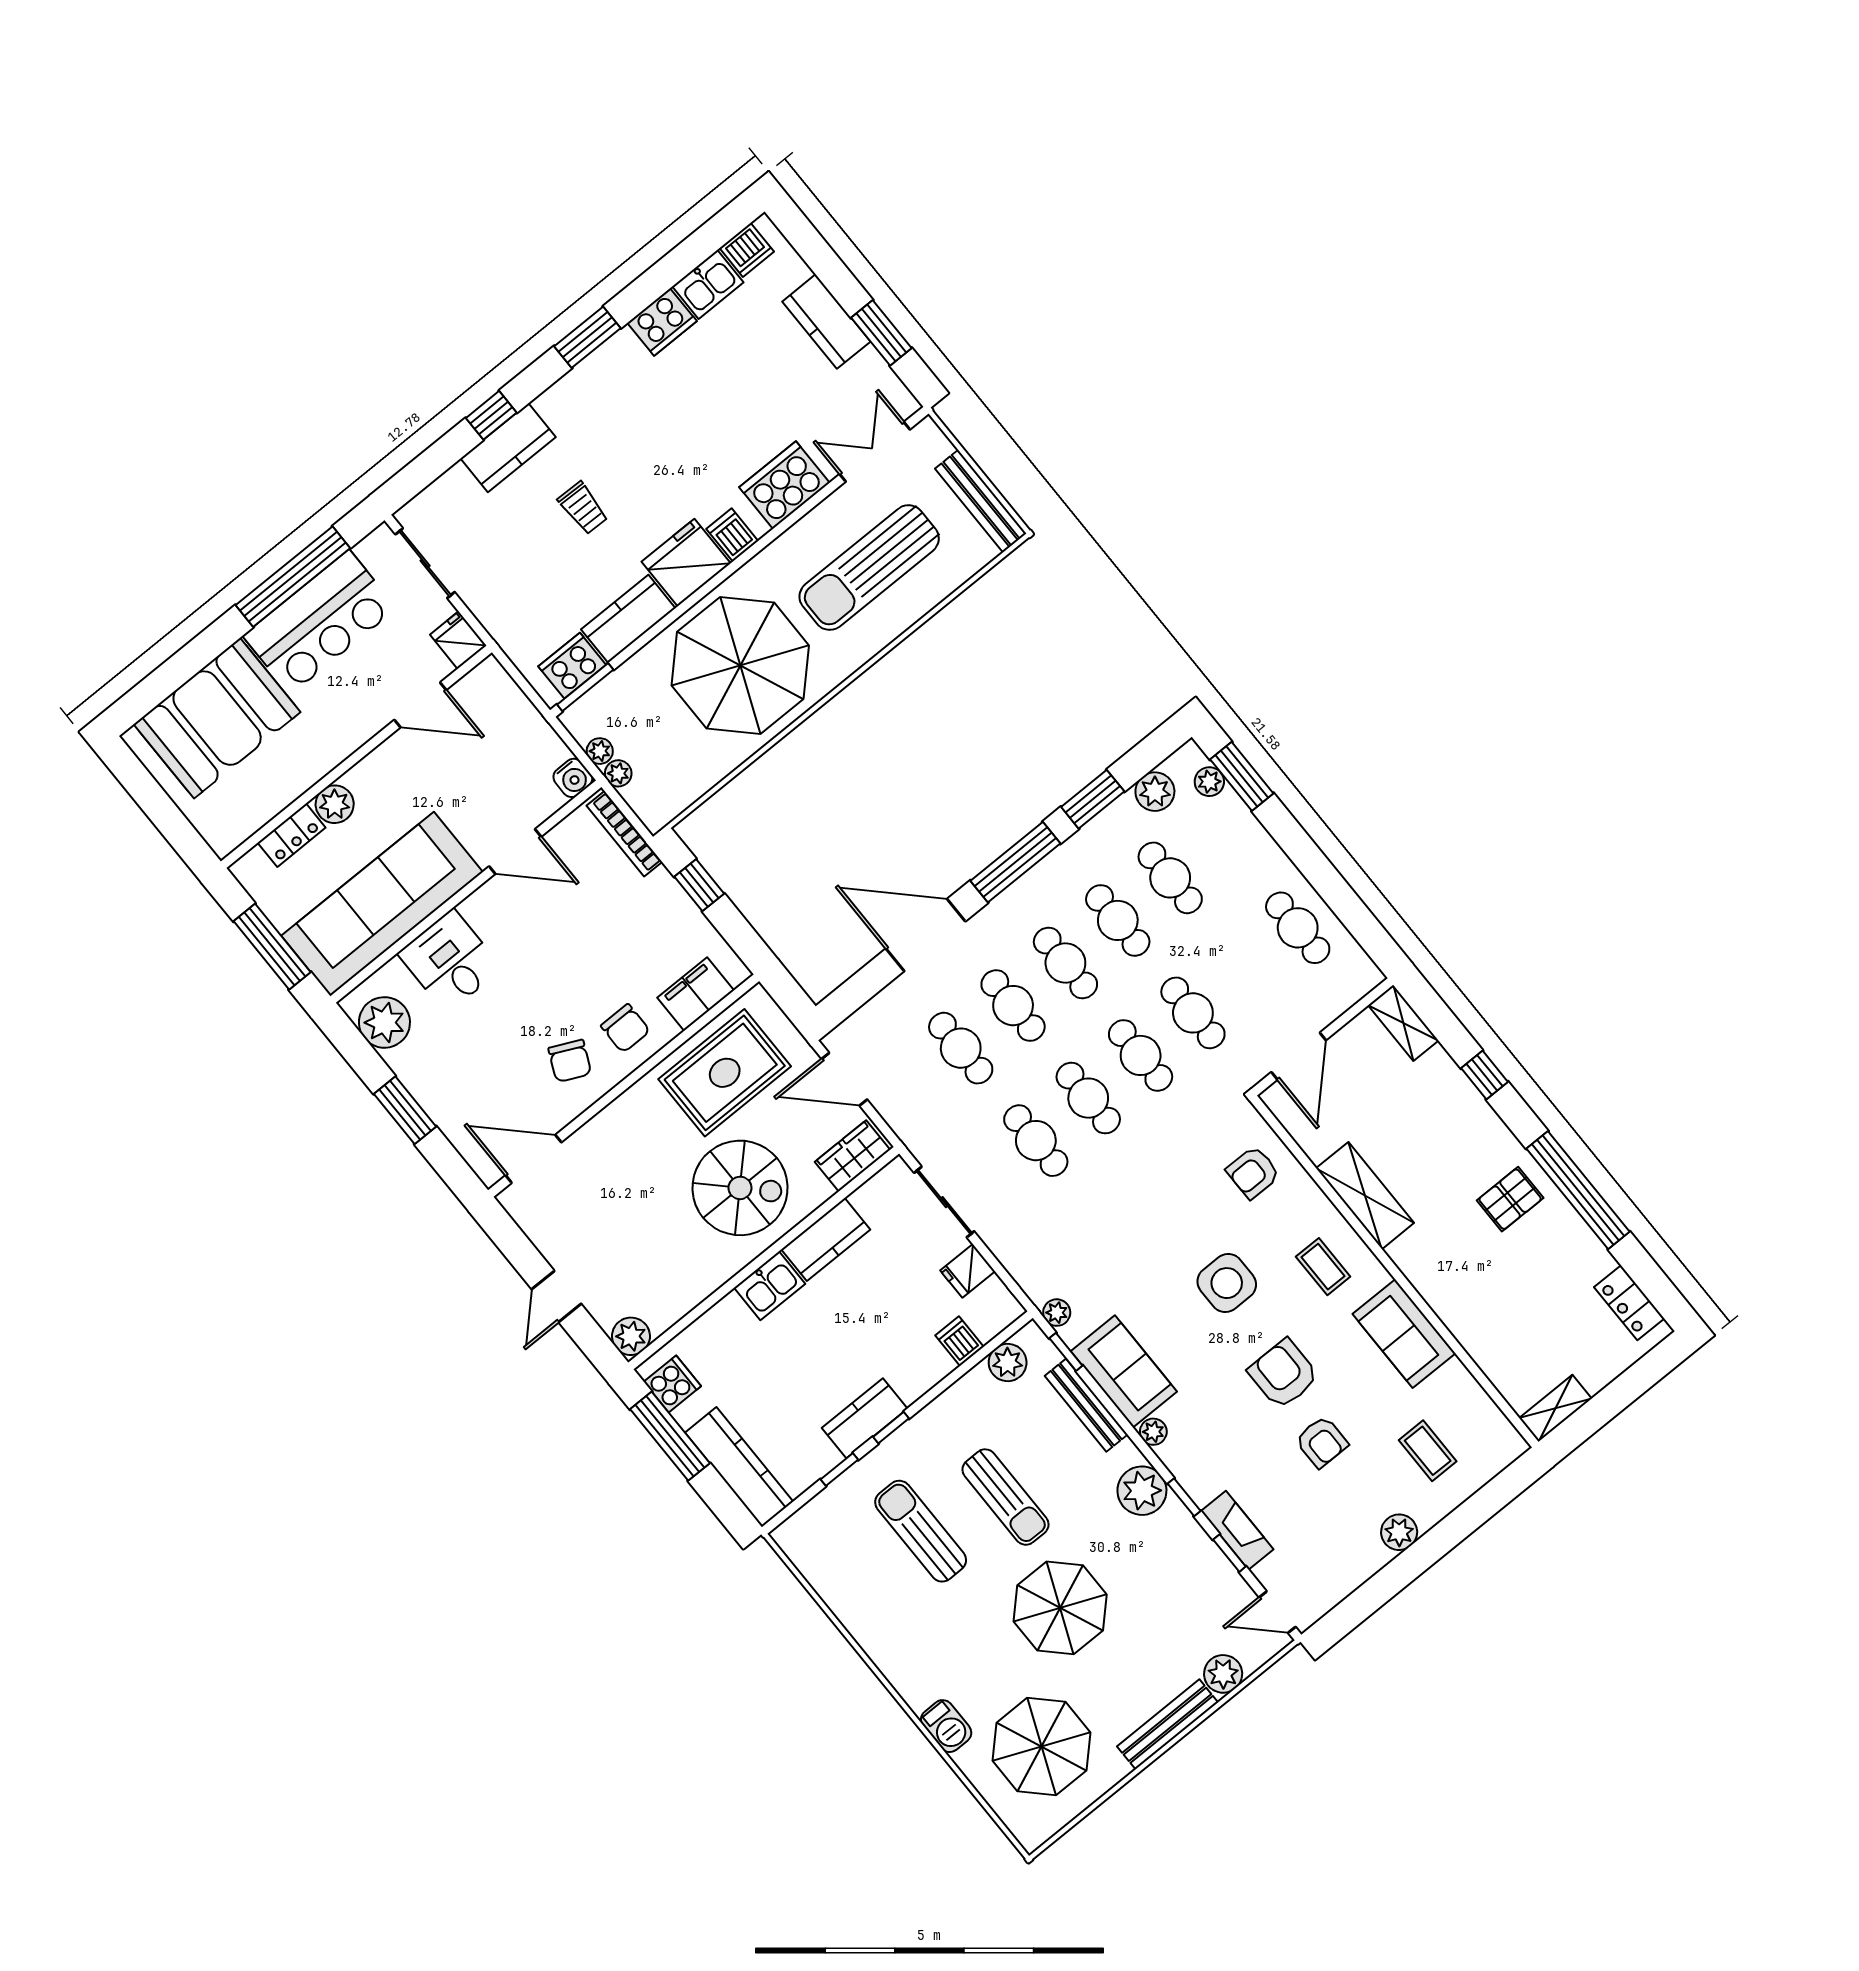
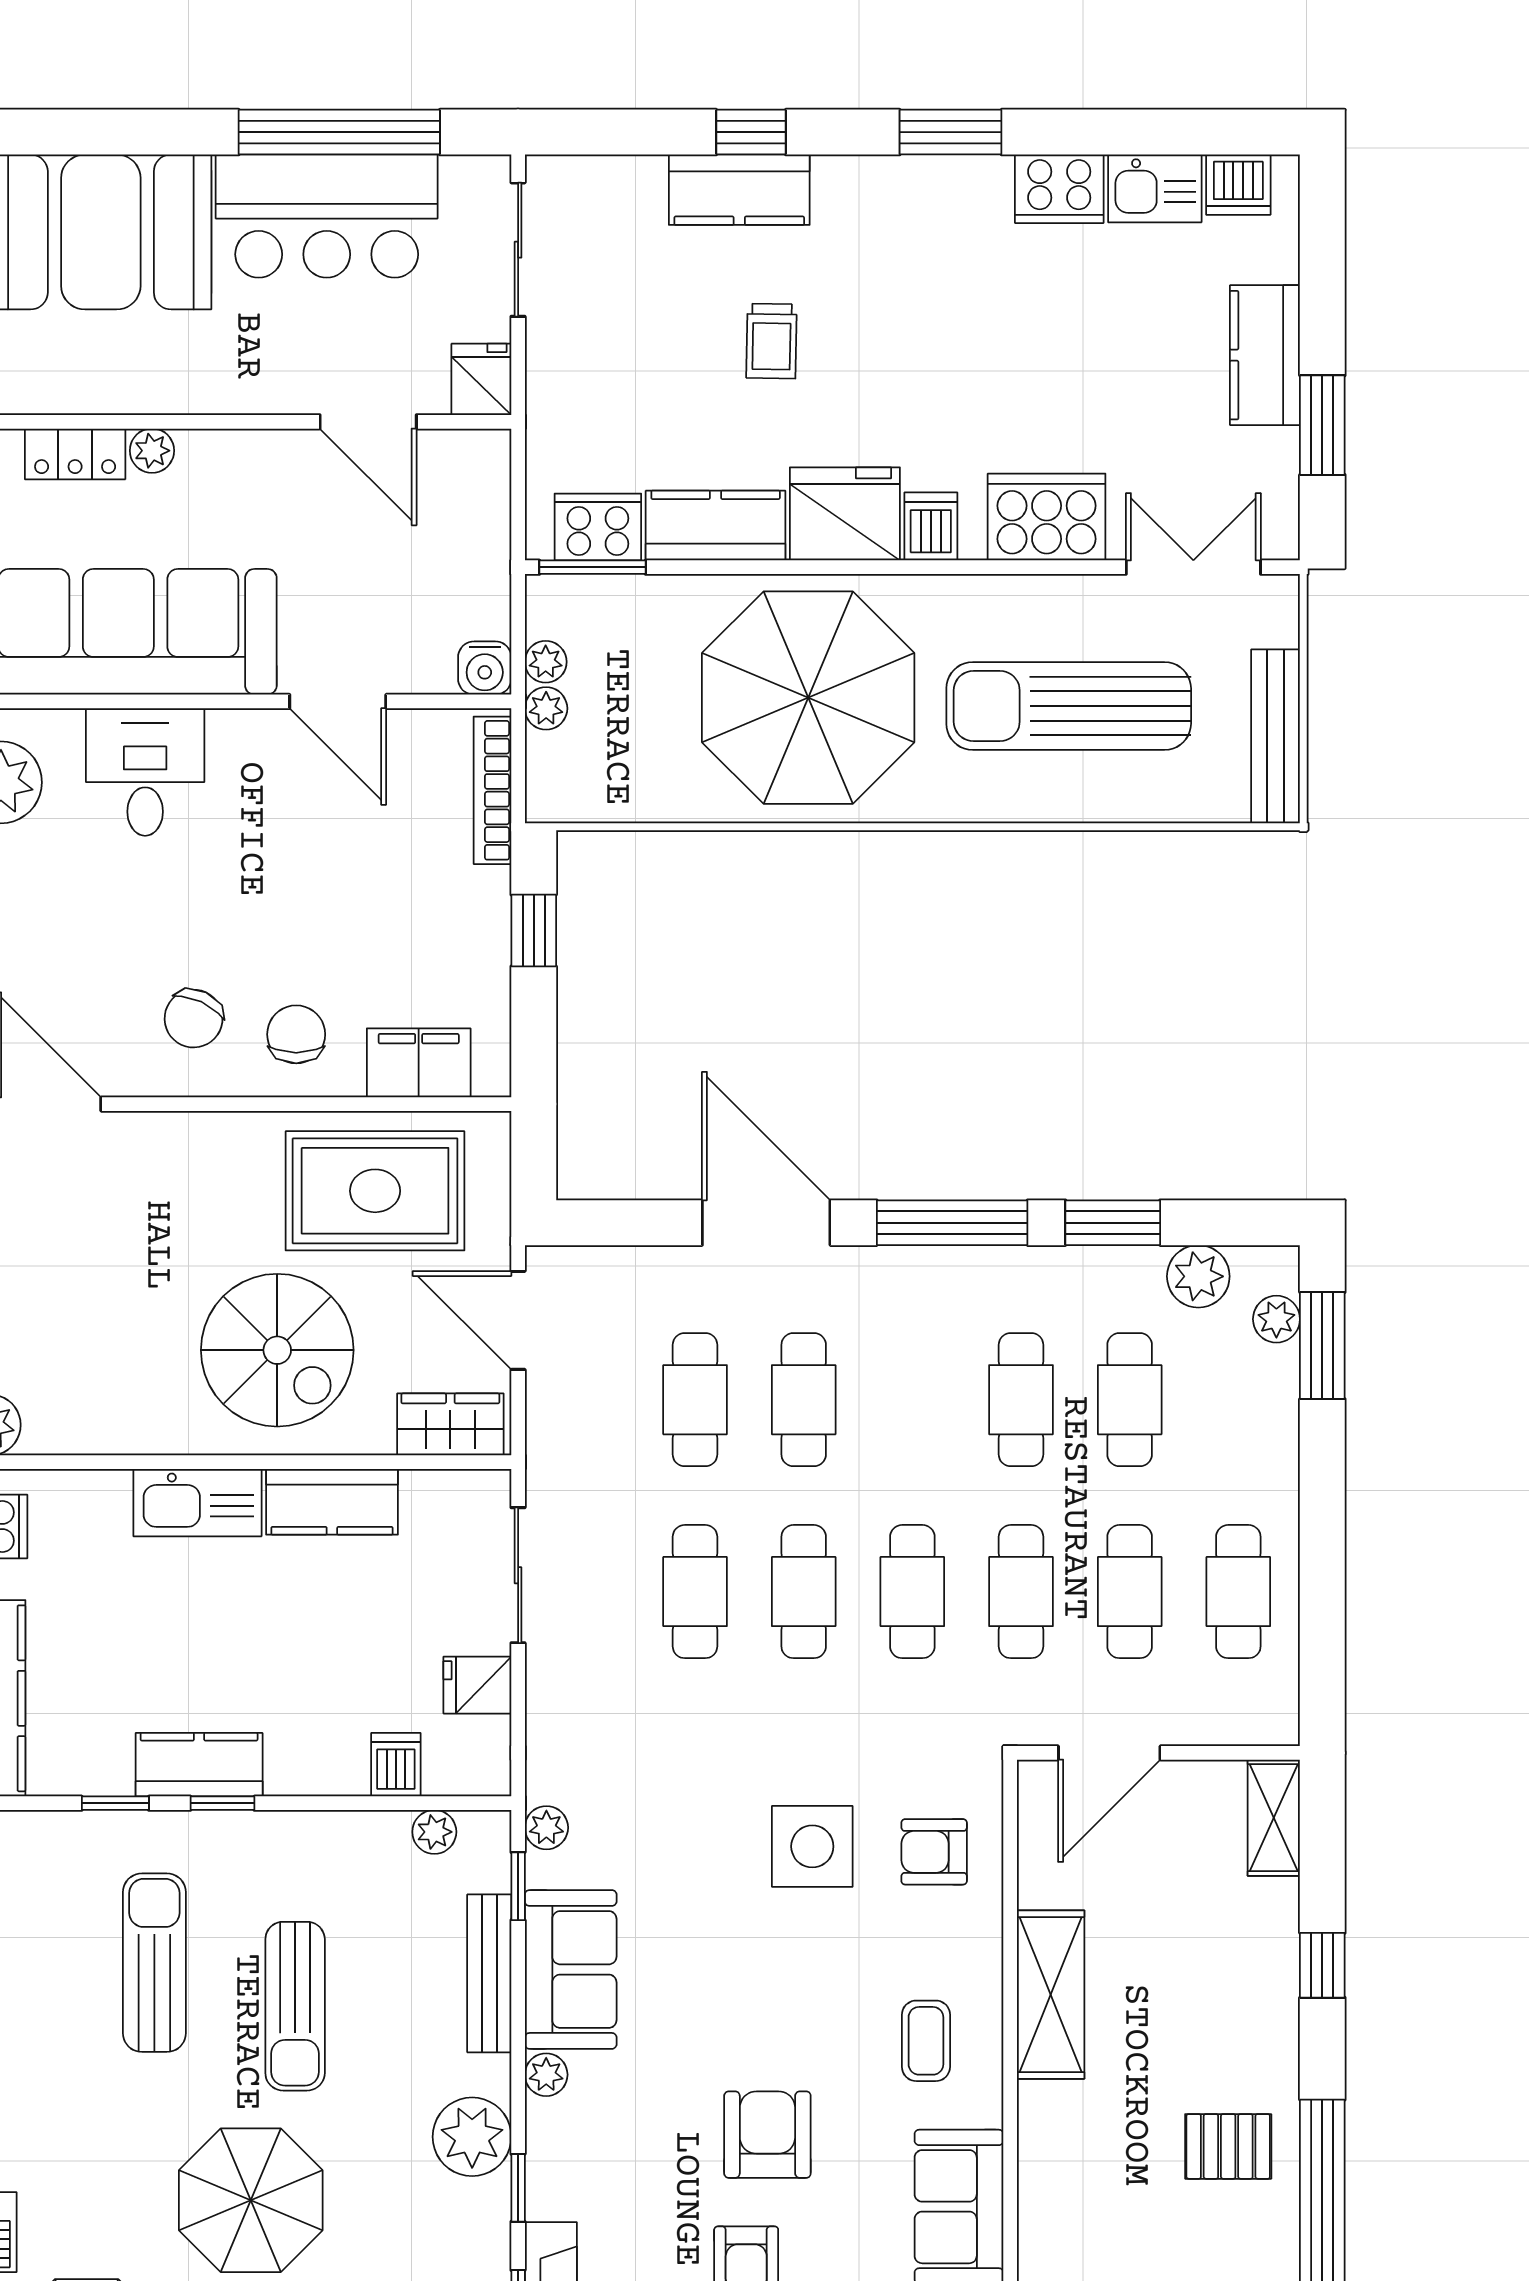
plant: (335, 804) -> (152, 451), width x0.73, depth x0.73
cafe table: (1065, 963) -> (1130, 1592), moved
chair: (625, 1028) -> (296, 1034), turned 180
side table: (1227, 1283) -> (812, 1846), moved
kitchen sink: (770, 1286) -> (197, 1503), width x1.38
plant: (1008, 1362) -> (434, 1832), width x0.73, depth x0.73

